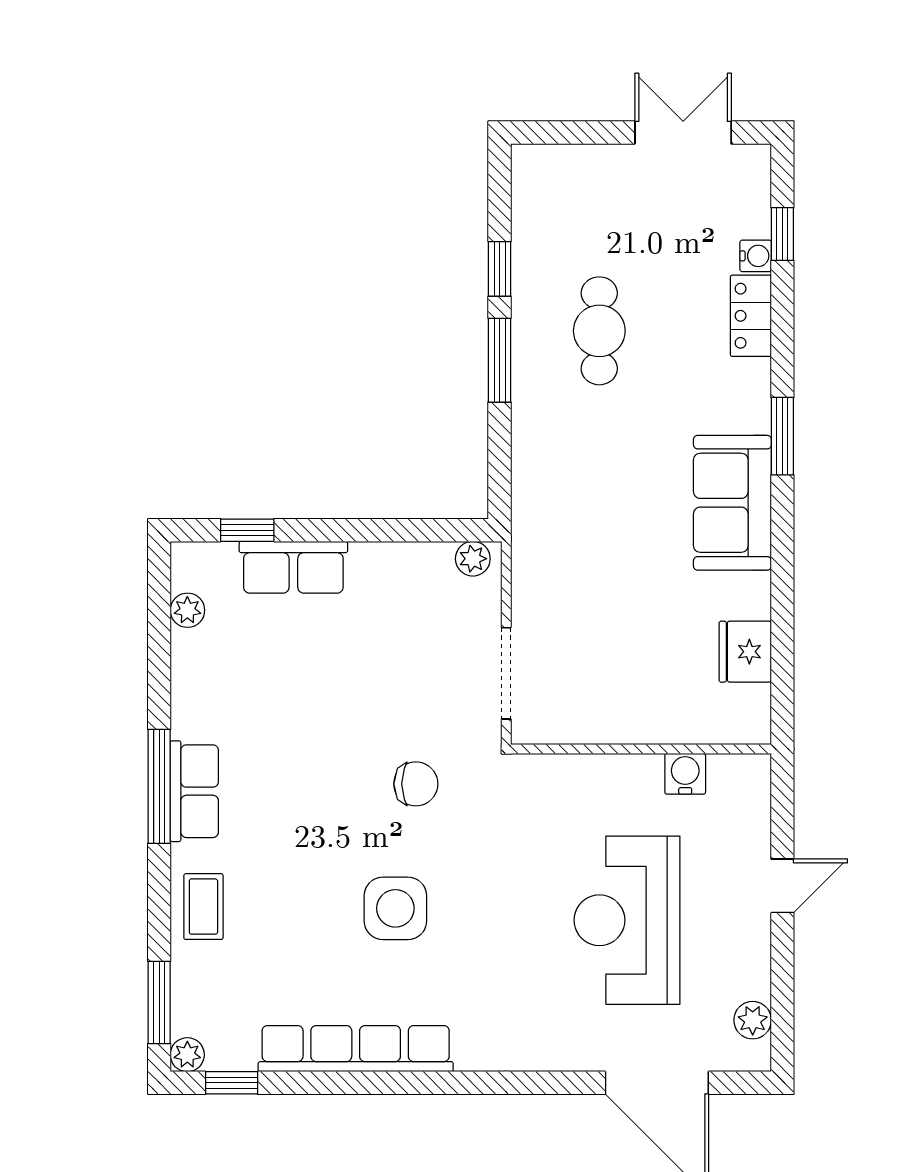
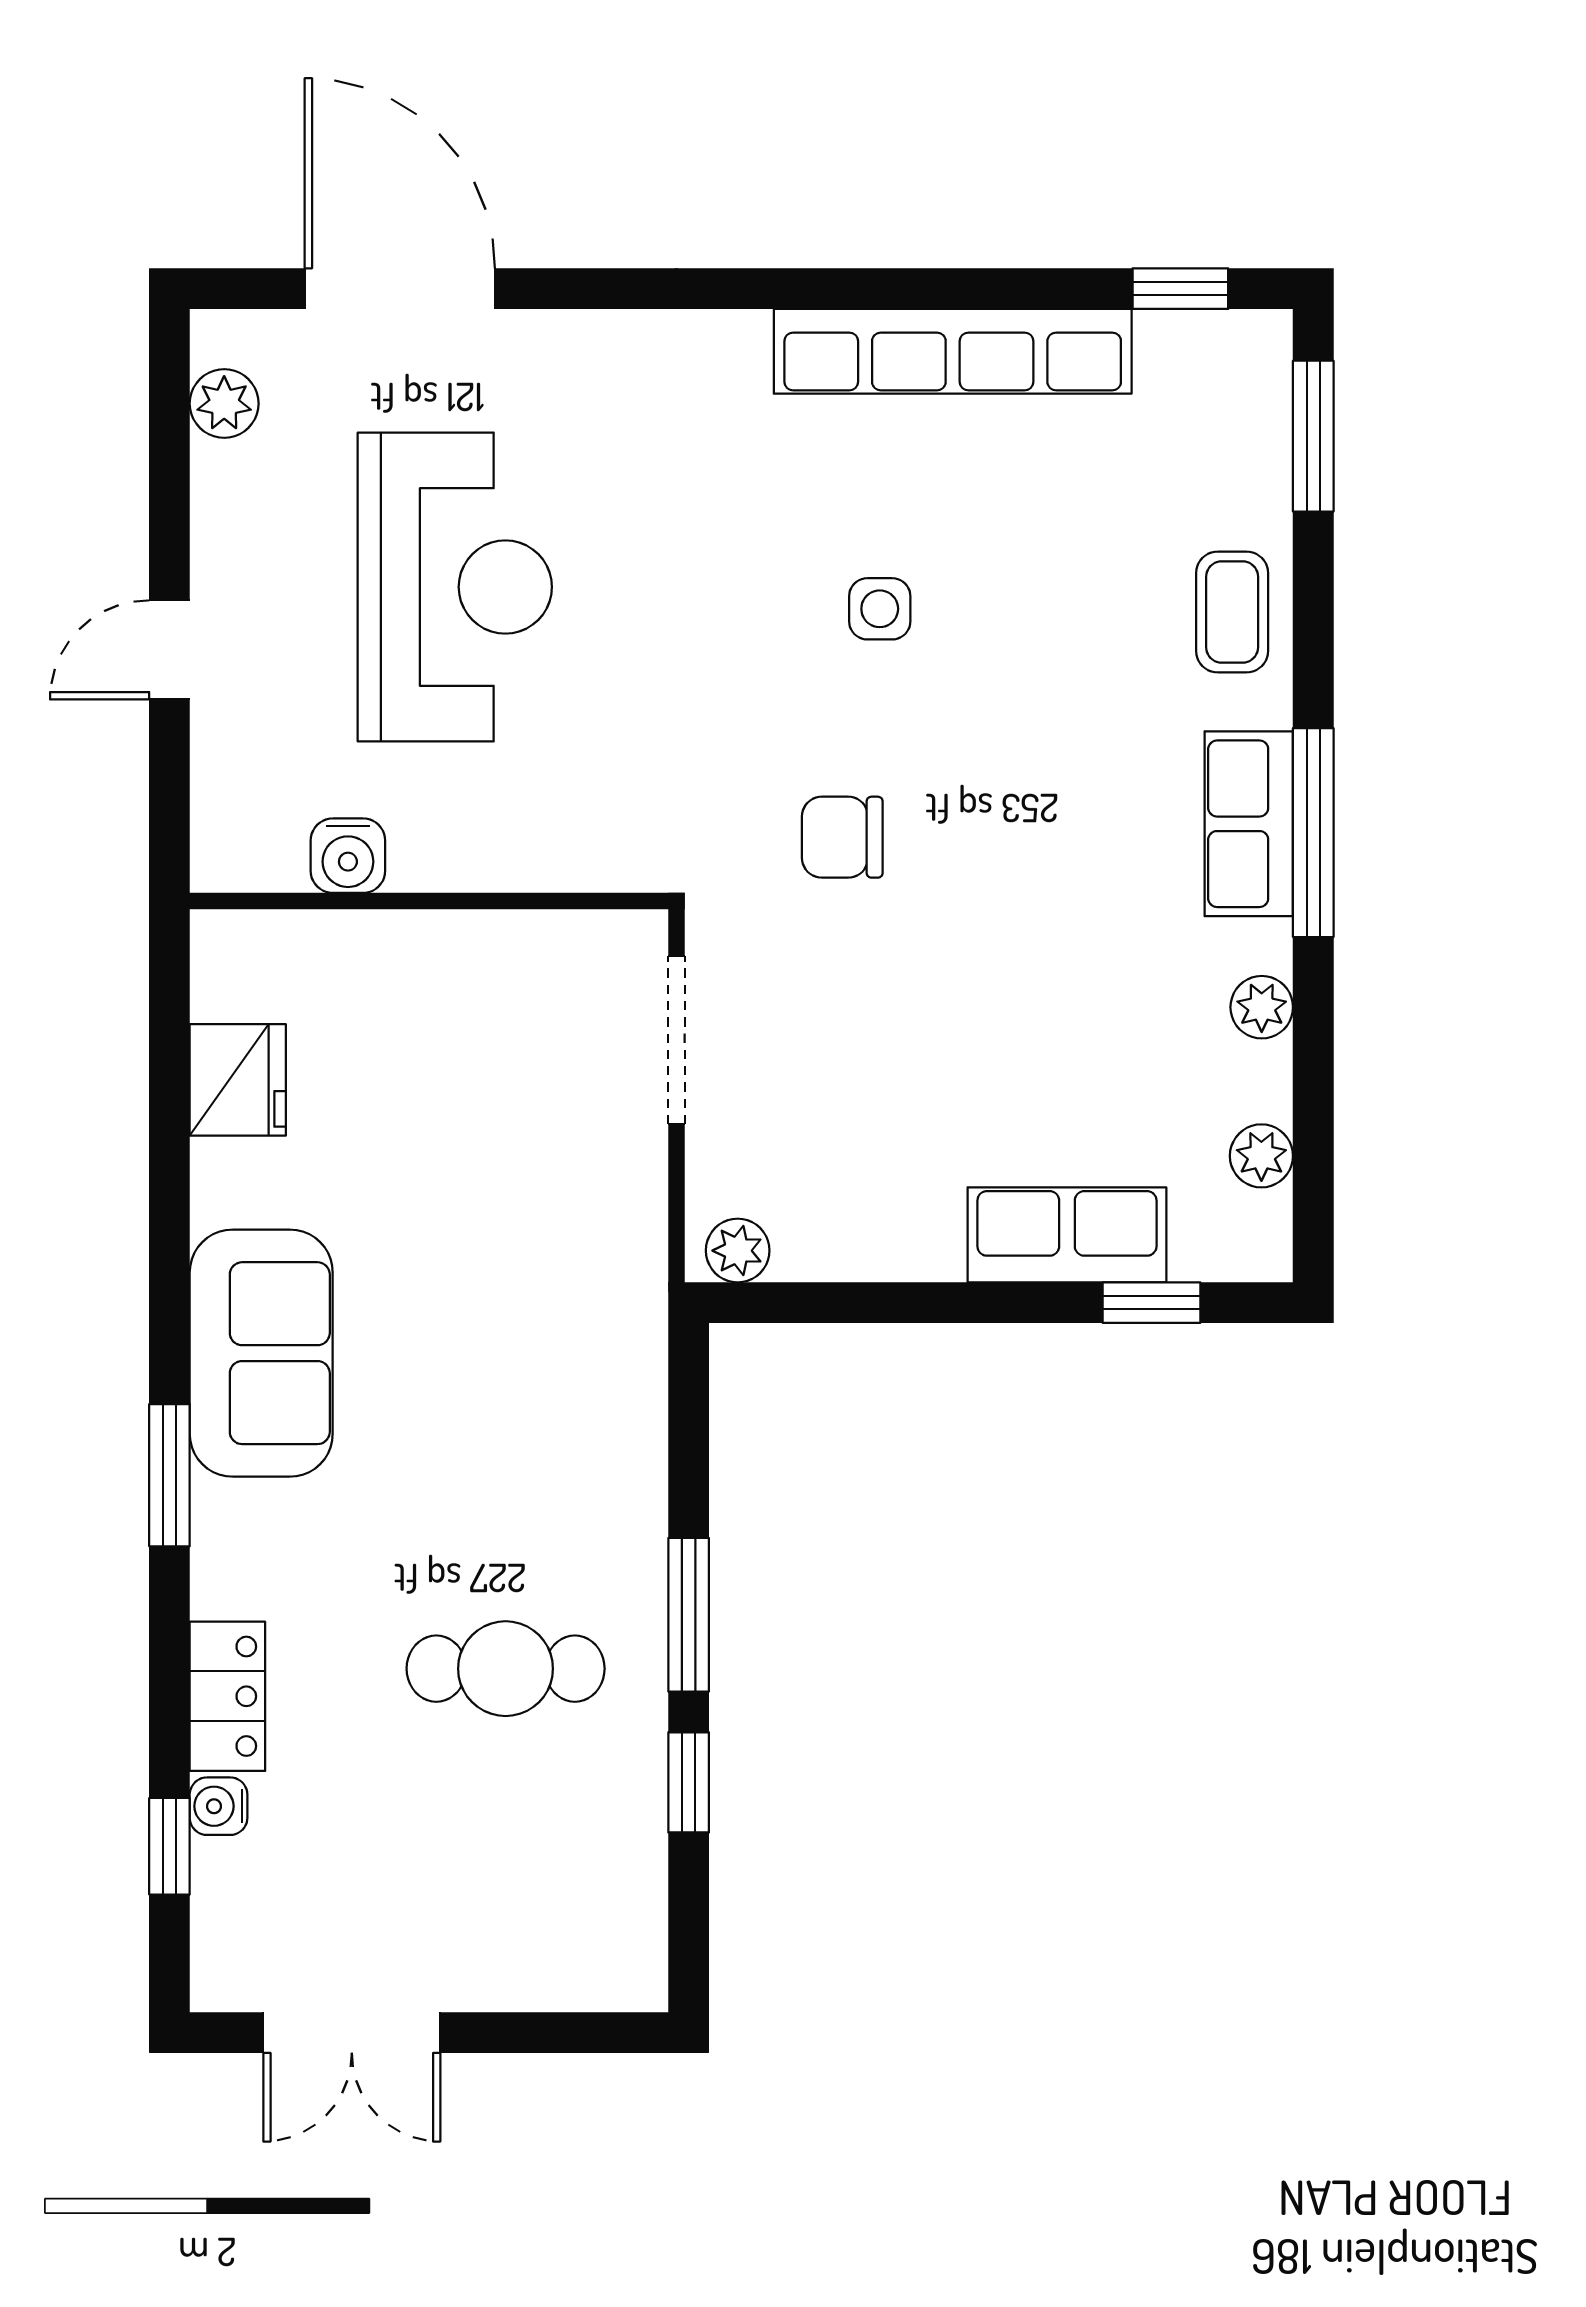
cafe table: (599, 331) -> (506, 1669), turned 90
side table: (395, 908) -> (880, 609), width x0.54, depth x0.54
plant: (187, 1055) -> (1262, 1007), moved

